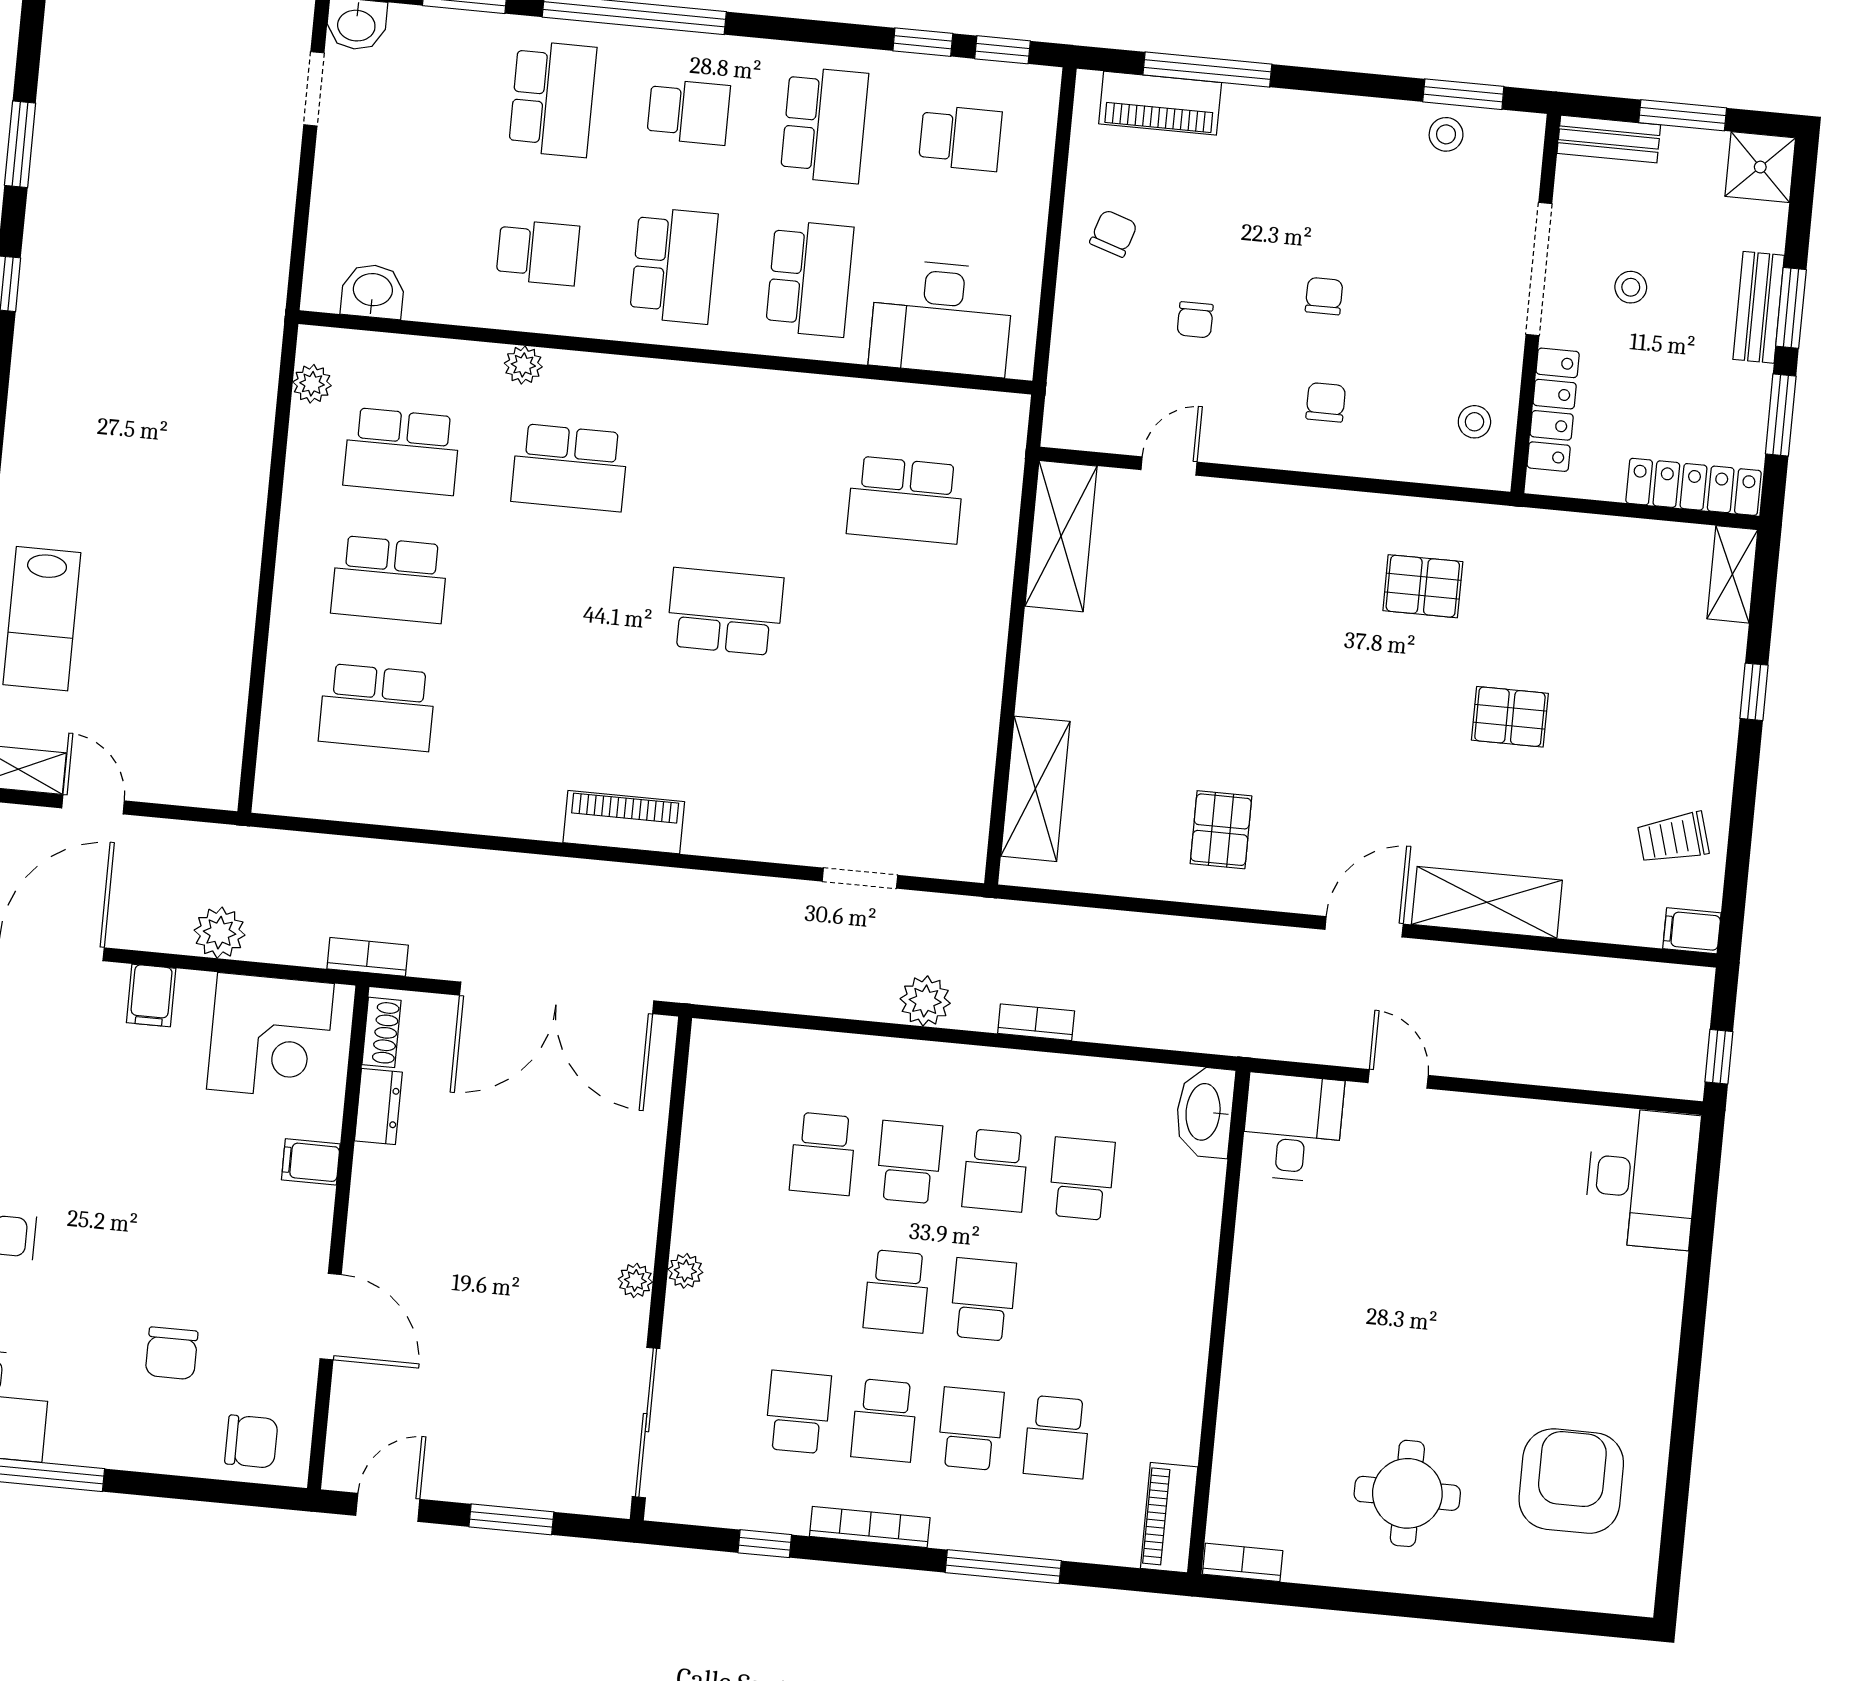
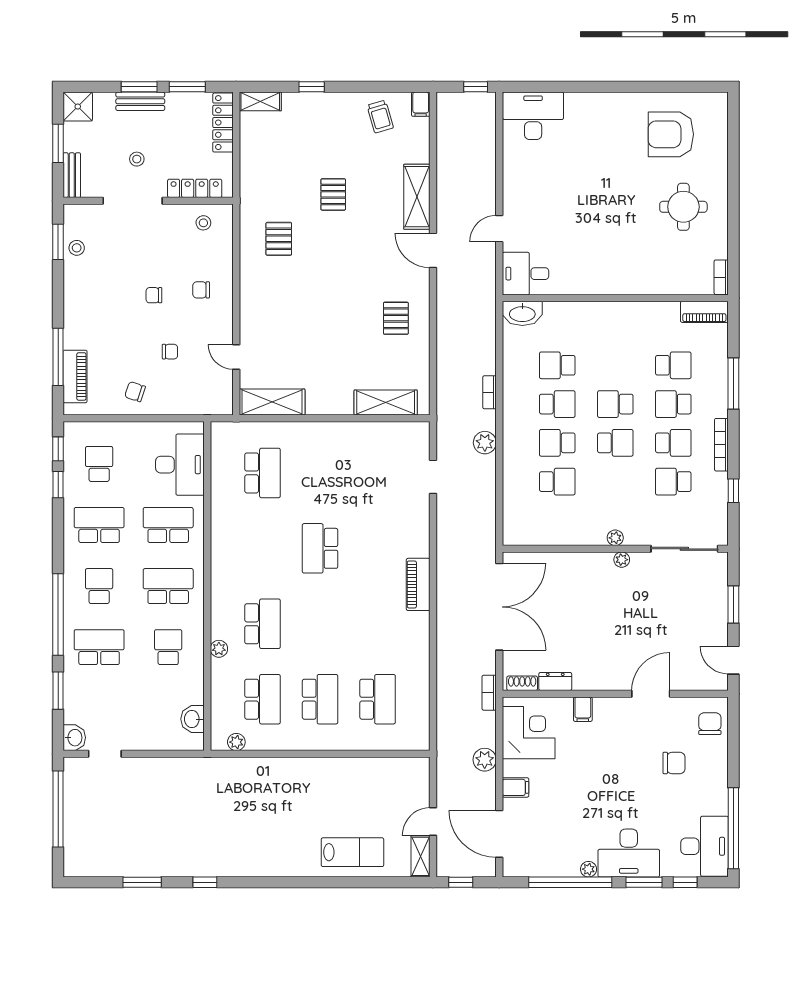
pallet: (1221, 830) -> (396, 318), turned 90

